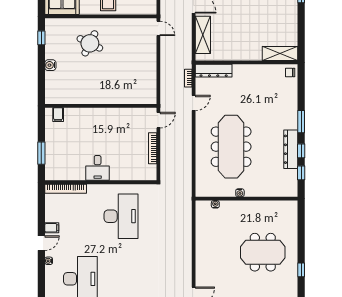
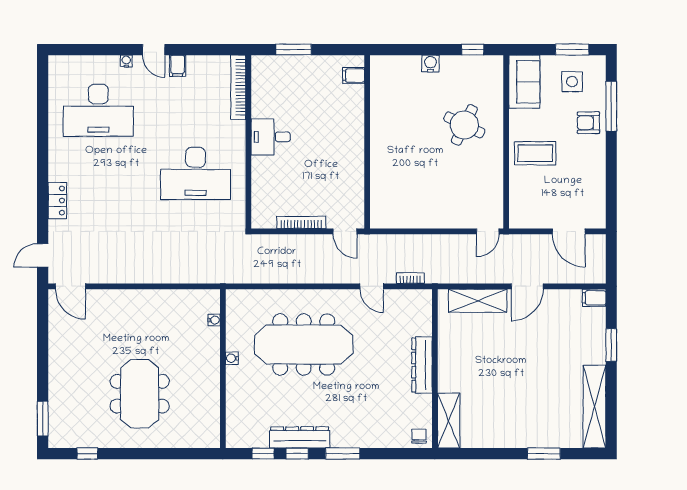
dresser: (214, 71) -> (422, 365), moved
window: (301, 270) -> (88, 454), moved

